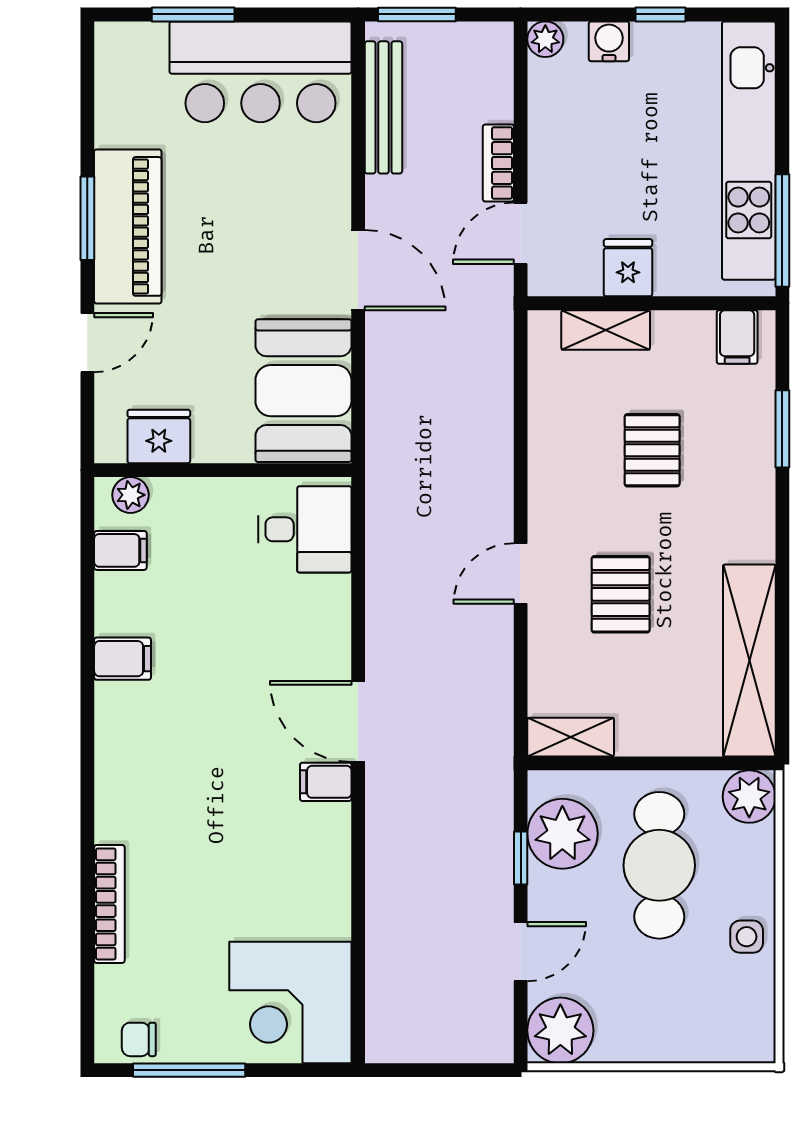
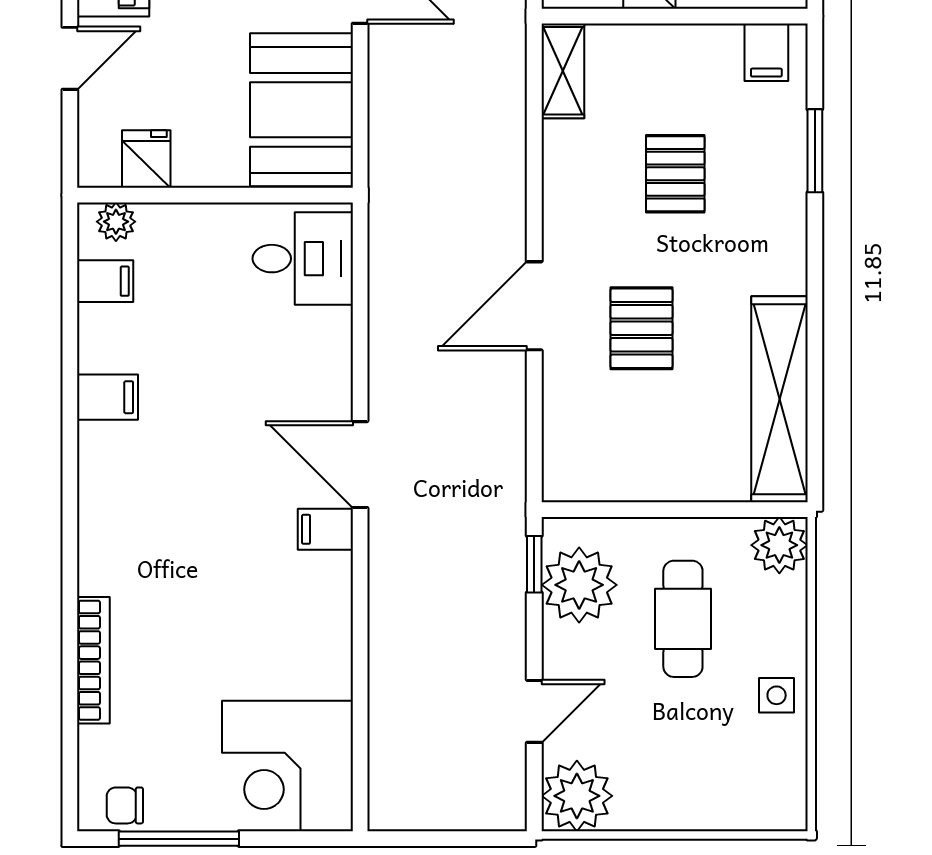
shelving: (606, 330) -> (563, 71), moved, turned 90
fridge: (159, 436) -> (146, 159), width x0.72
door: (521, 573) -> (534, 306), width x1.38
shelving: (571, 737) -> (588, 481), removed
window: (521, 858) -> (534, 564), moved
cafe table: (659, 865) -> (683, 619), width x0.73, depth x0.74

